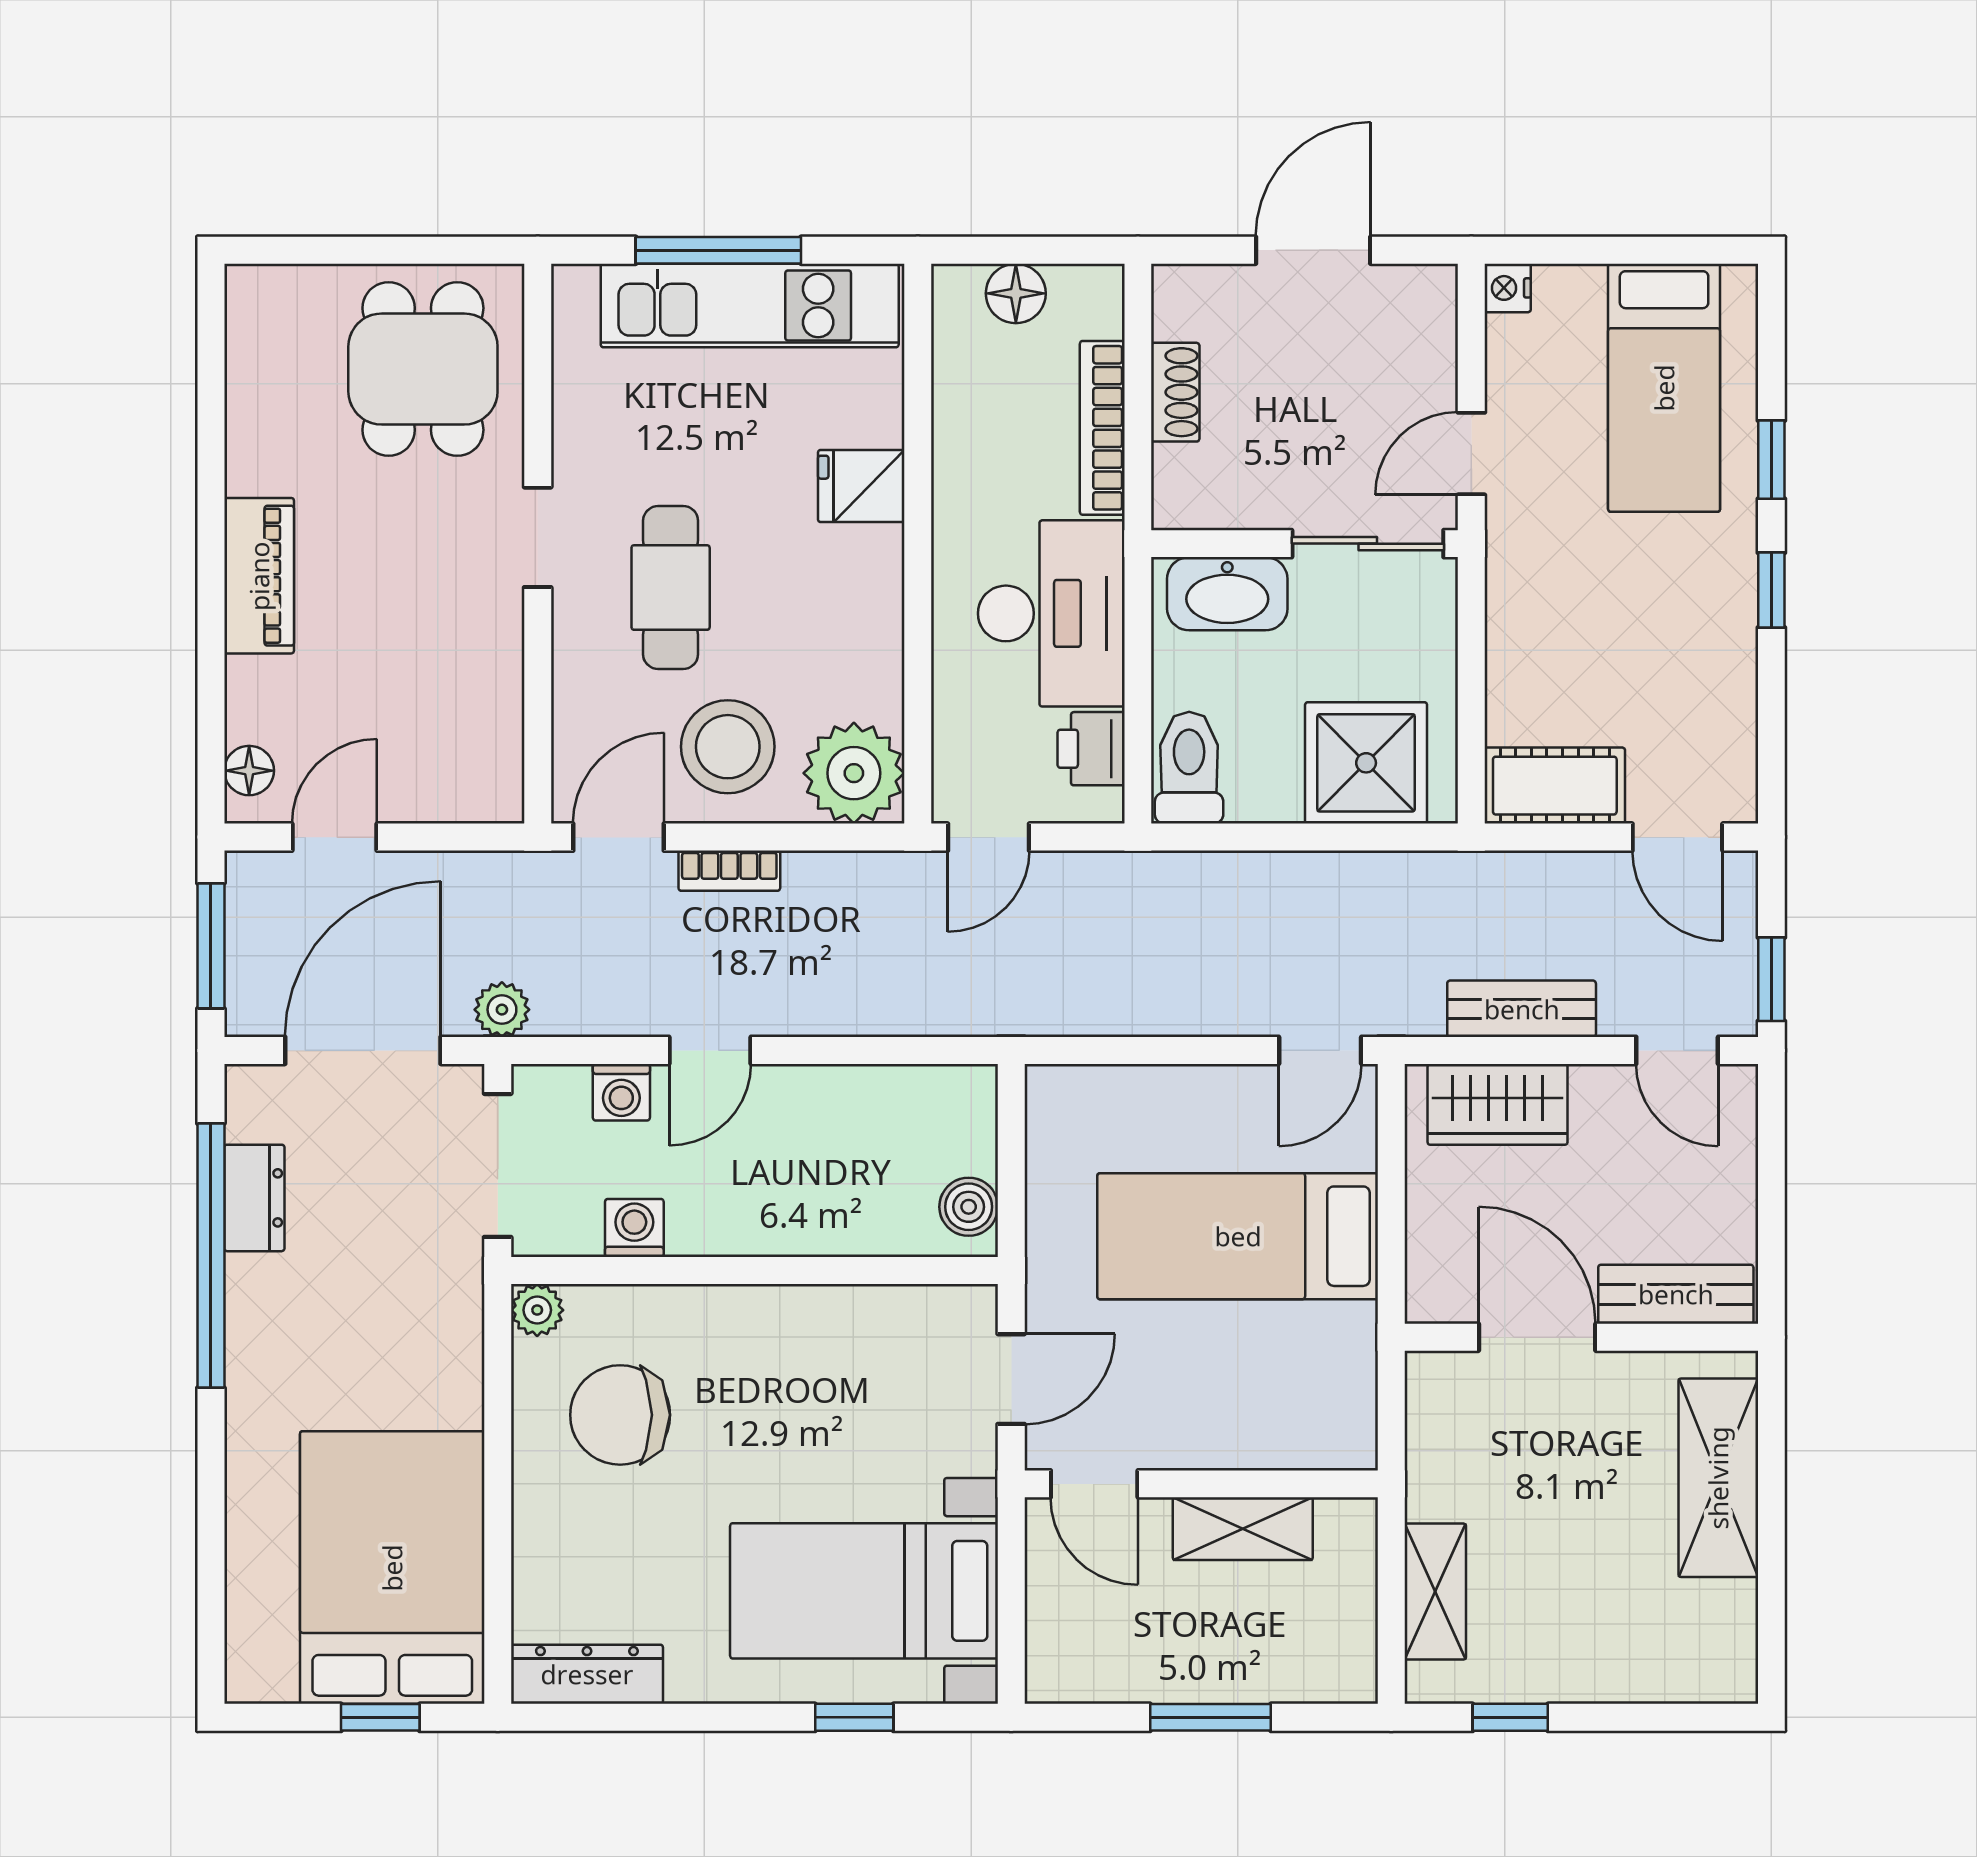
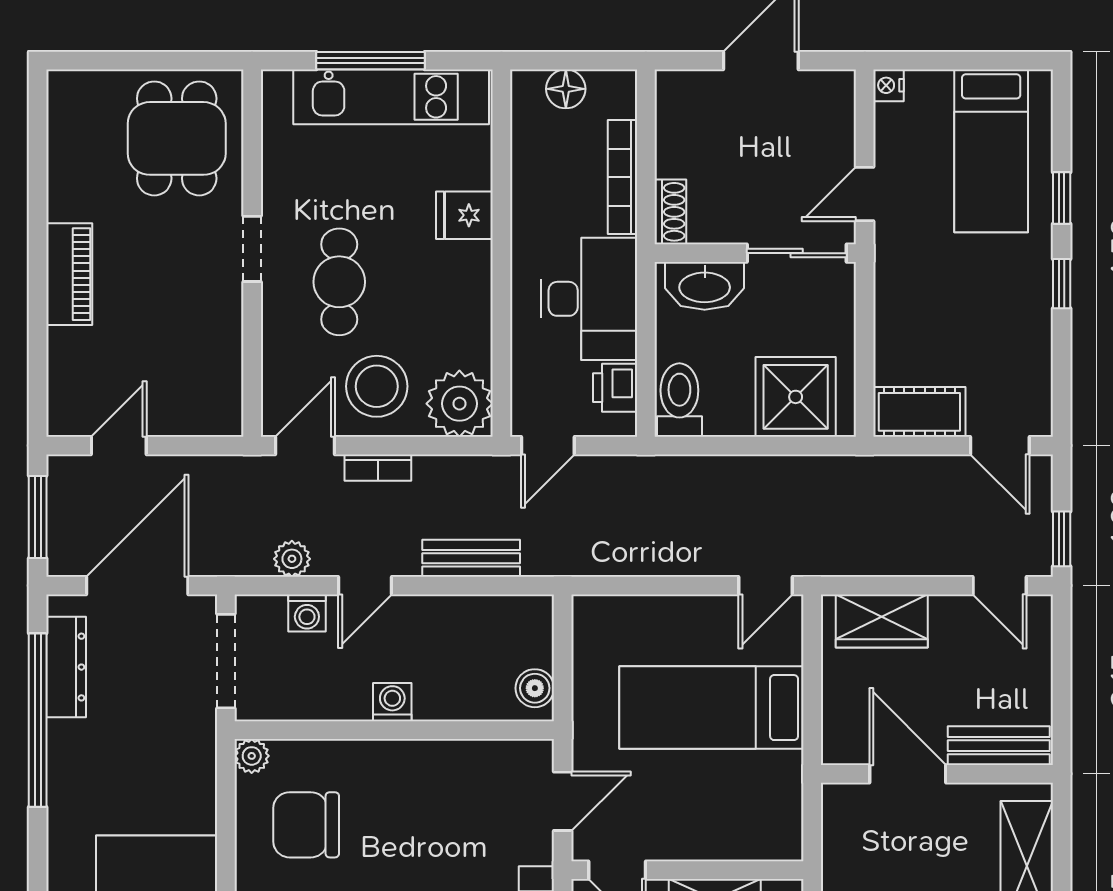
shoe rack: (1175, 392) -> (670, 212), moved
floor lamp: (249, 771) -> (63, 402), removed
bench: (1522, 1009) -> (471, 558), moved
plant: (502, 1010) -> (292, 559), moved
dresser: (254, 1198) -> (66, 667), width x1.44
washing machine: (634, 1228) -> (392, 702), moved

